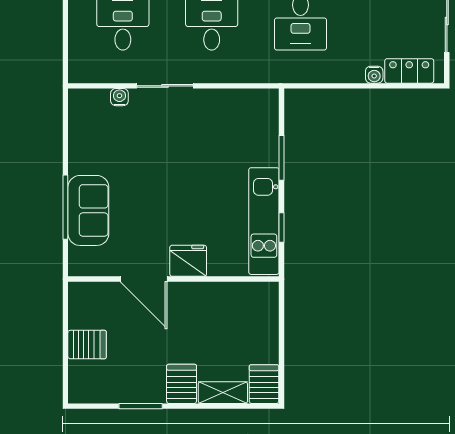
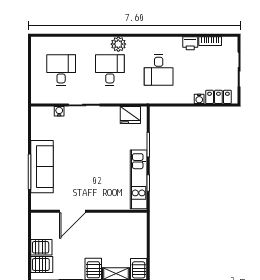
sofa: (88, 210) -> (42, 167), width x1.36
fridge: (188, 261) -> (130, 115), moved, turned 180
door: (144, 279) -> (72, 211), hinge flipped
server rack: (88, 376) -> (42, 265), added

